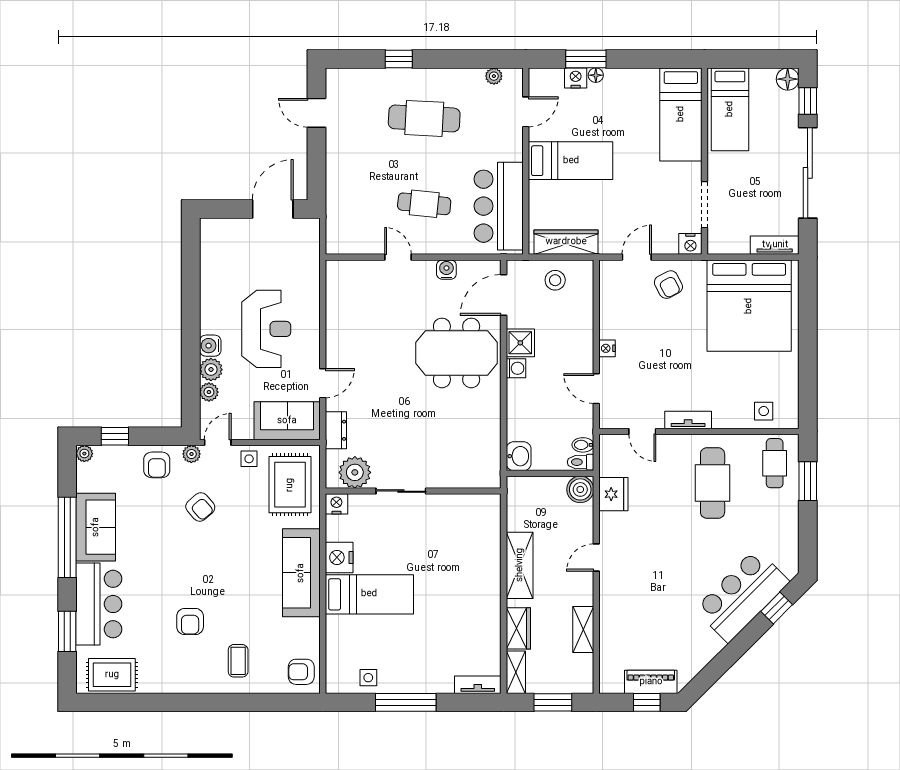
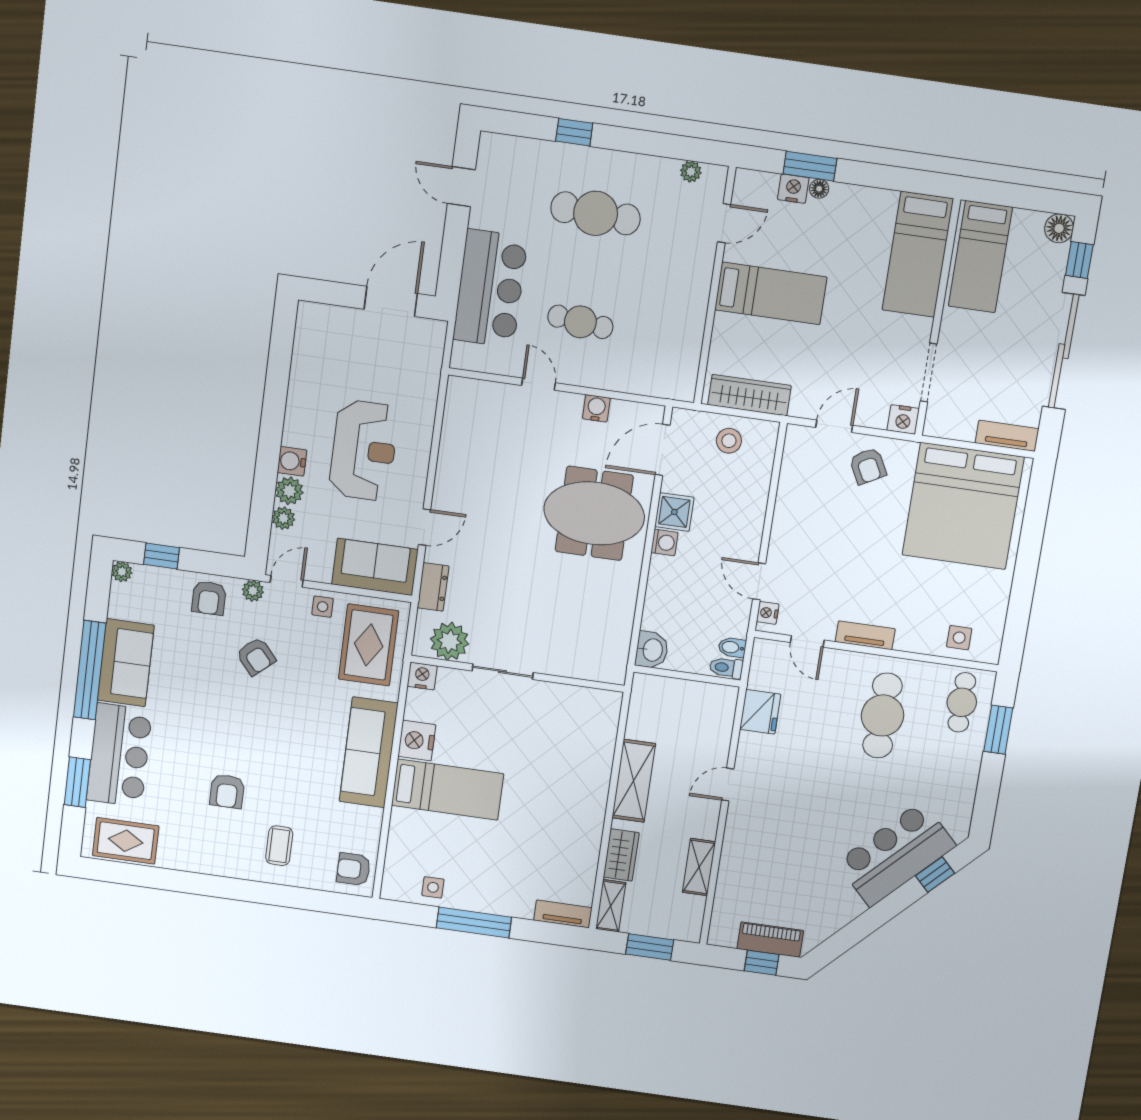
bar counter: (499, 206) -> (490, 288), moved, turned 180
nightstand: (607, 348) -> (768, 613), moved
boiler: (580, 489) -> (721, 701), removed

